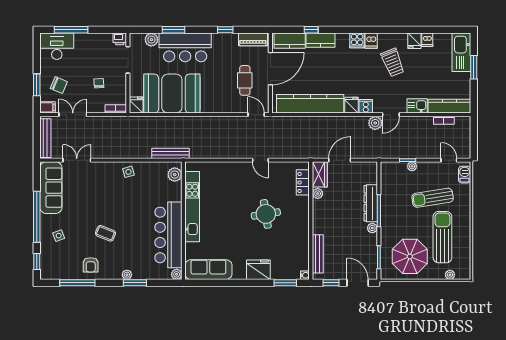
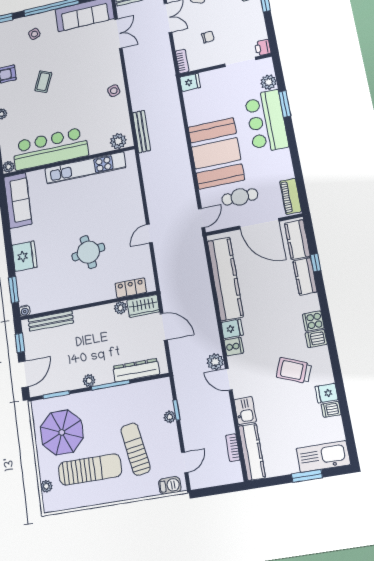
window: (225, 30) -> (296, 162), removed
trolley: (393, 62) -> (294, 370), turned 44
booth: (172, 94) -> (216, 153), moved
dresser: (371, 203) -> (136, 370), moved

